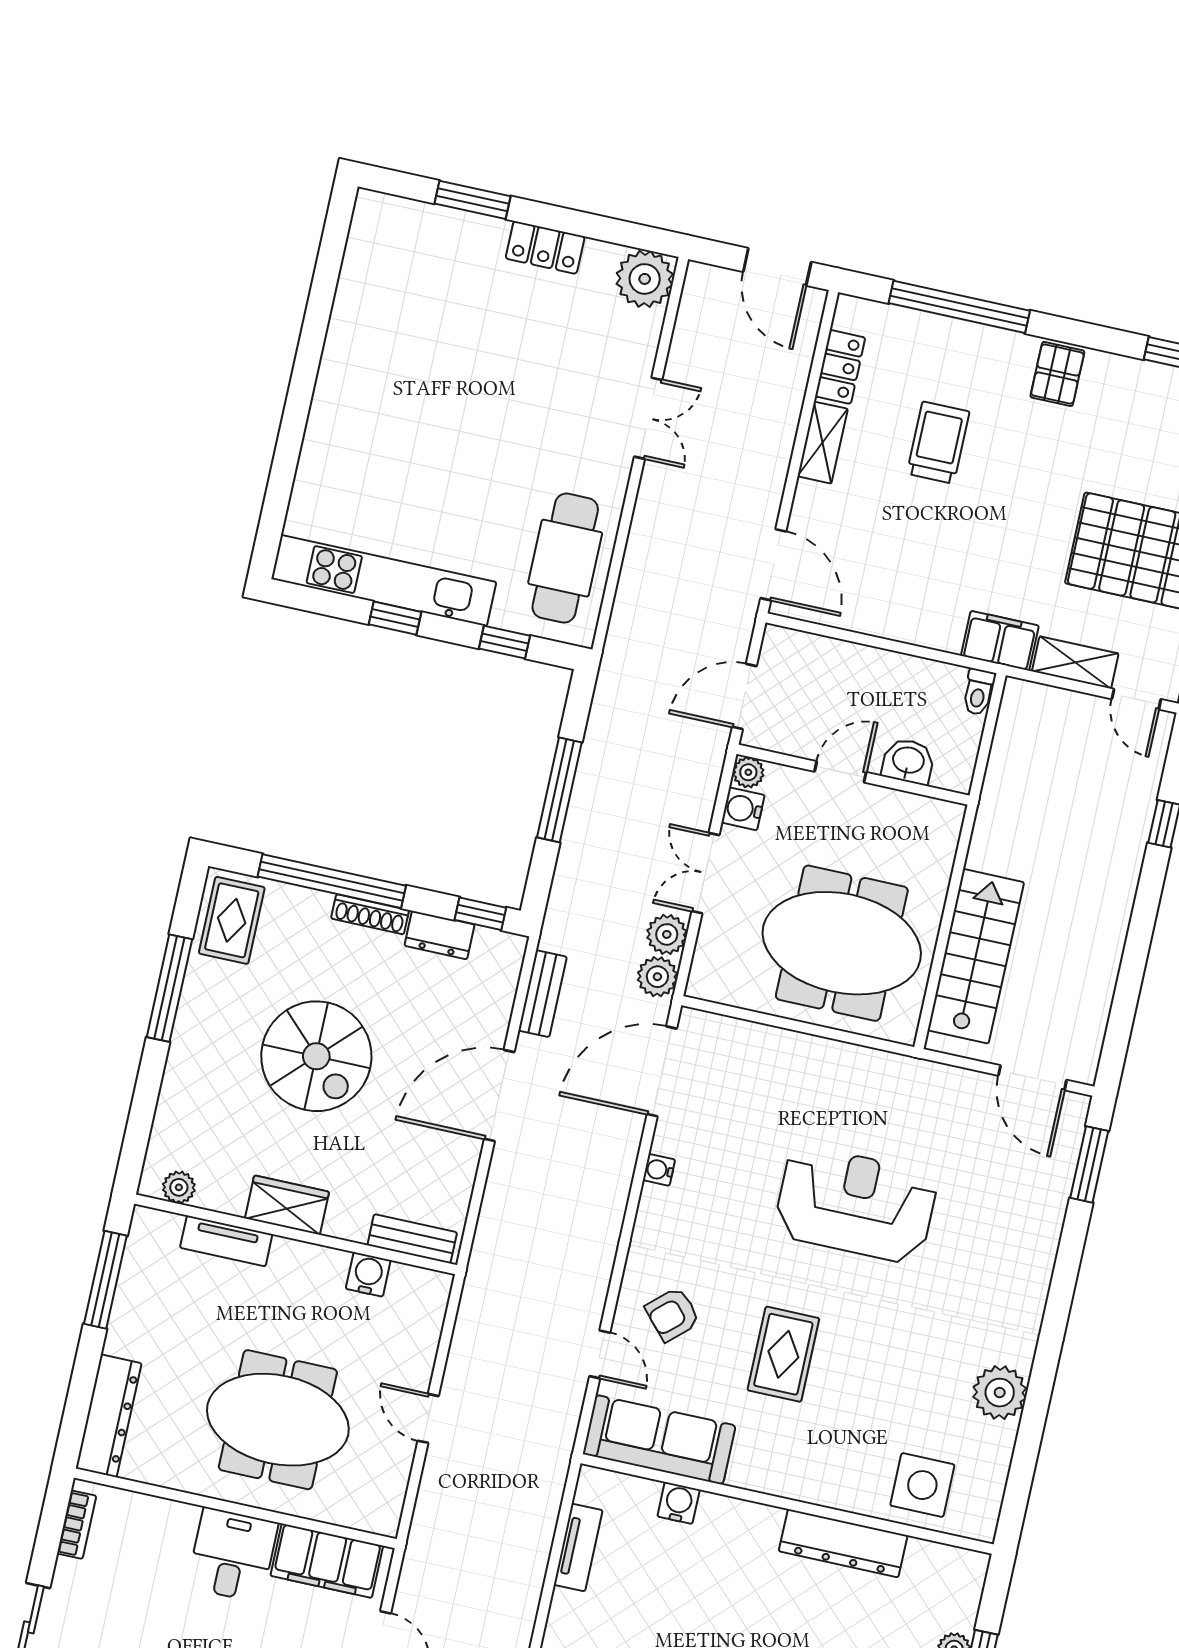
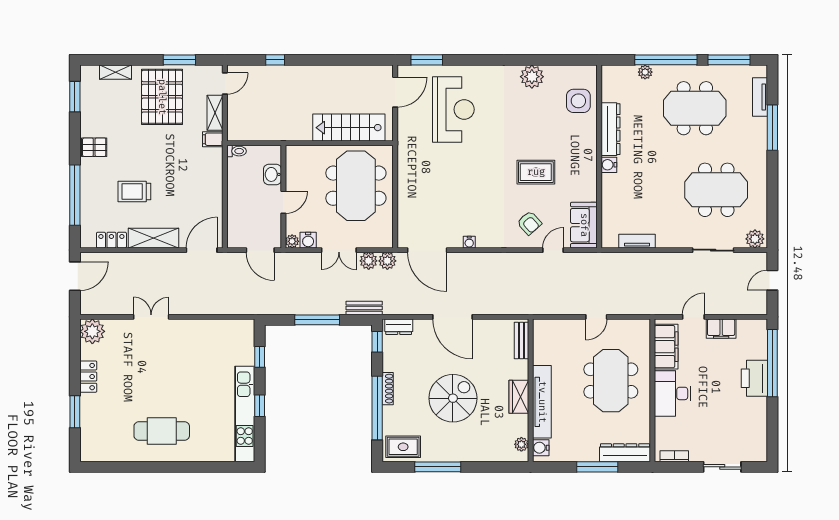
shelving: (823, 443) -> (154, 238), width x1.50, depth x1.33
cafe table: (565, 558) -> (162, 431), moved
filing cabinet: (1000, 641) -> (213, 139), width x0.50
door: (840, 772) -> (283, 202), swing flipped
dresser: (440, 935) -> (399, 327), moved, turned 90
bench: (542, 994) -> (364, 308), moved
reception desk: (856, 1204) -> (453, 109), moved, turned 180
tv unit: (226, 1241) -> (542, 402), width x1.92, depth x1.29
water cooler: (368, 1274) -> (541, 448), moved
window: (105, 1280) -> (597, 467), moved
sofa: (659, 1440) -> (584, 225), width x0.73
water cooler: (679, 1503) -> (609, 165), moved
desk: (232, 1555) -> (673, 393), width x1.37

